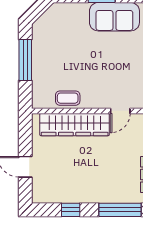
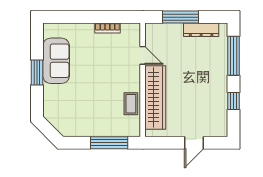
window: (25, 60) -> (109, 143), moved

